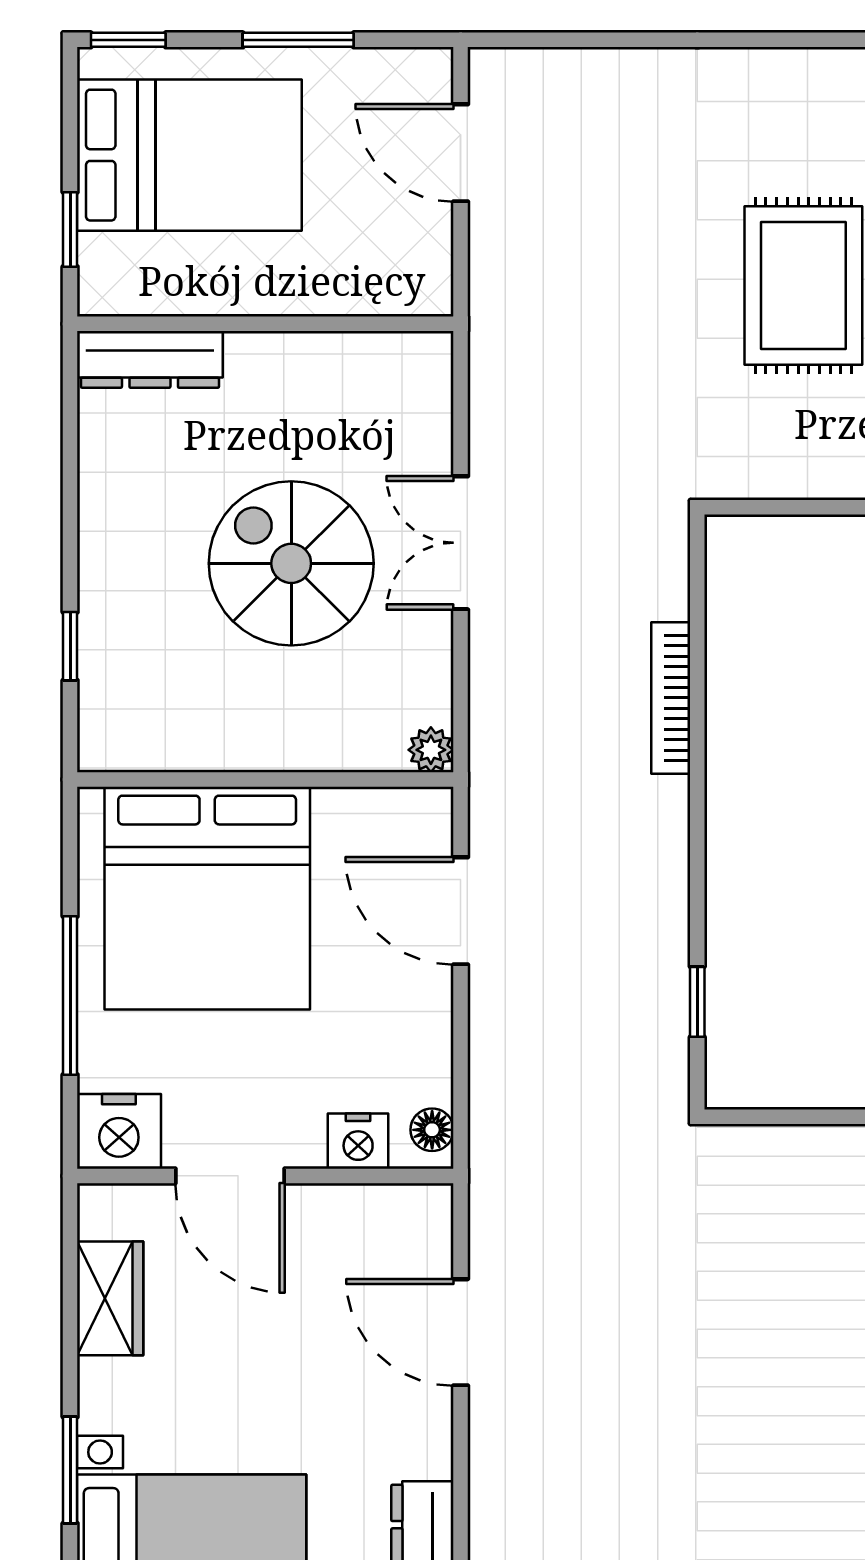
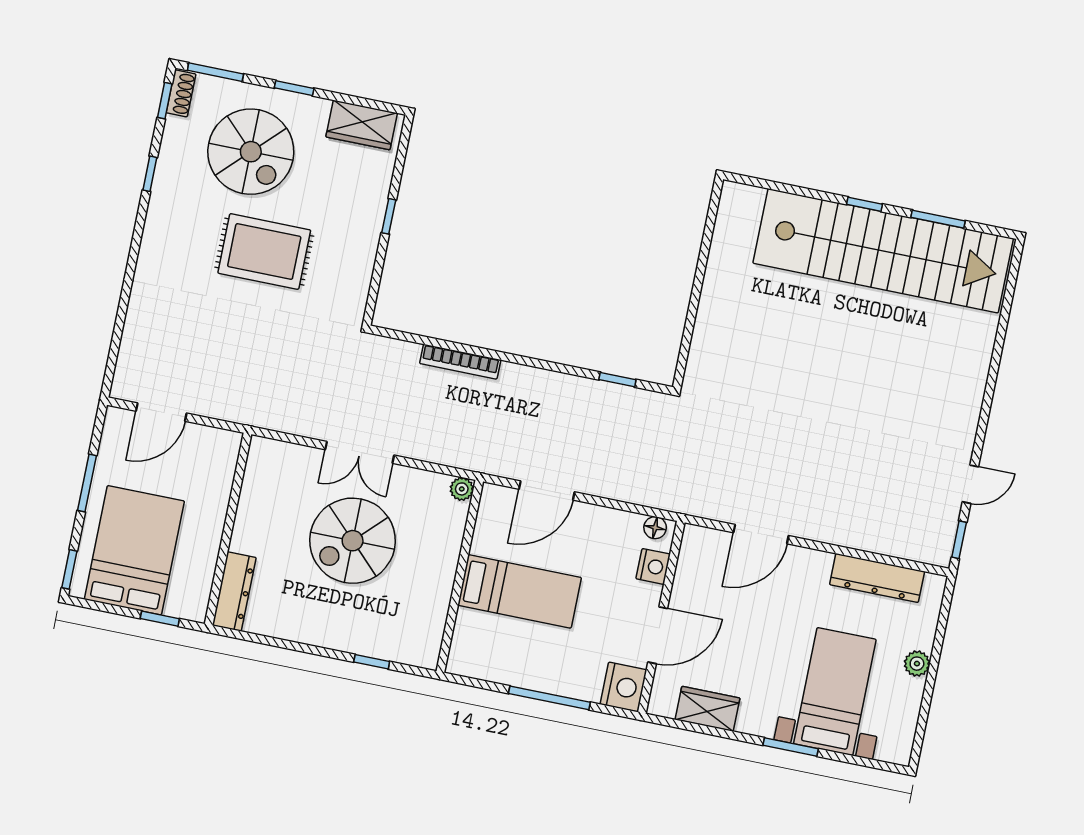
bed: (207, 898) -> (519, 591), width x0.49

